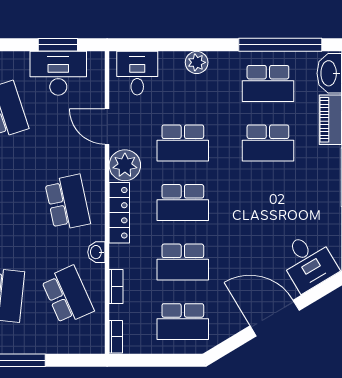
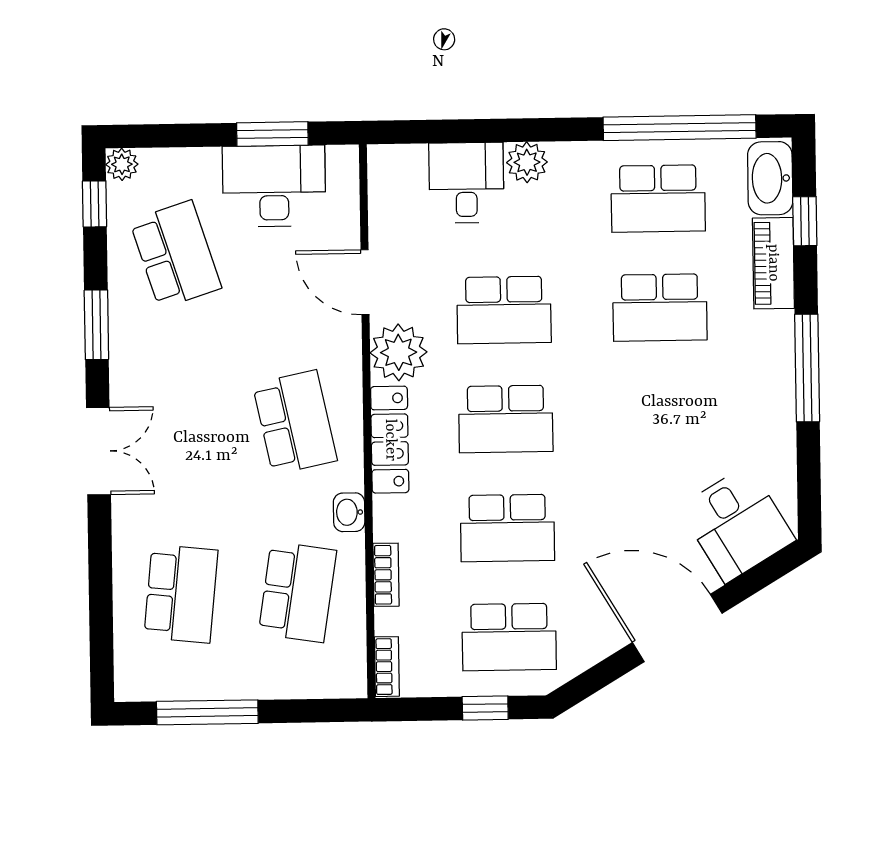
desk: (137, 73) -> (466, 183), moved
school desk: (68, 295) -> (297, 592), turned 33
window: (169, 360) -> (485, 708), added

